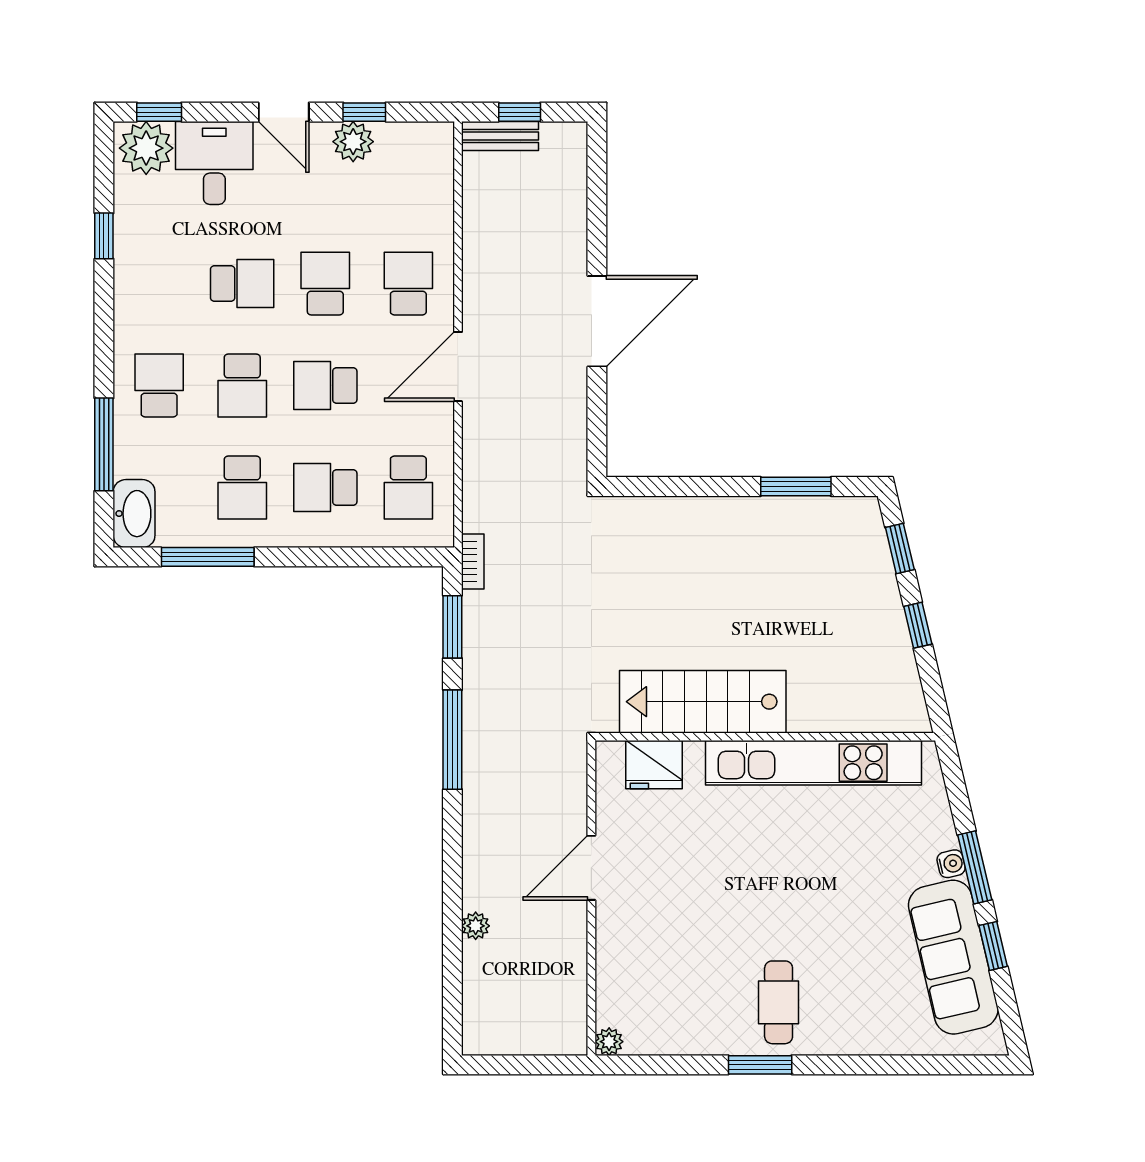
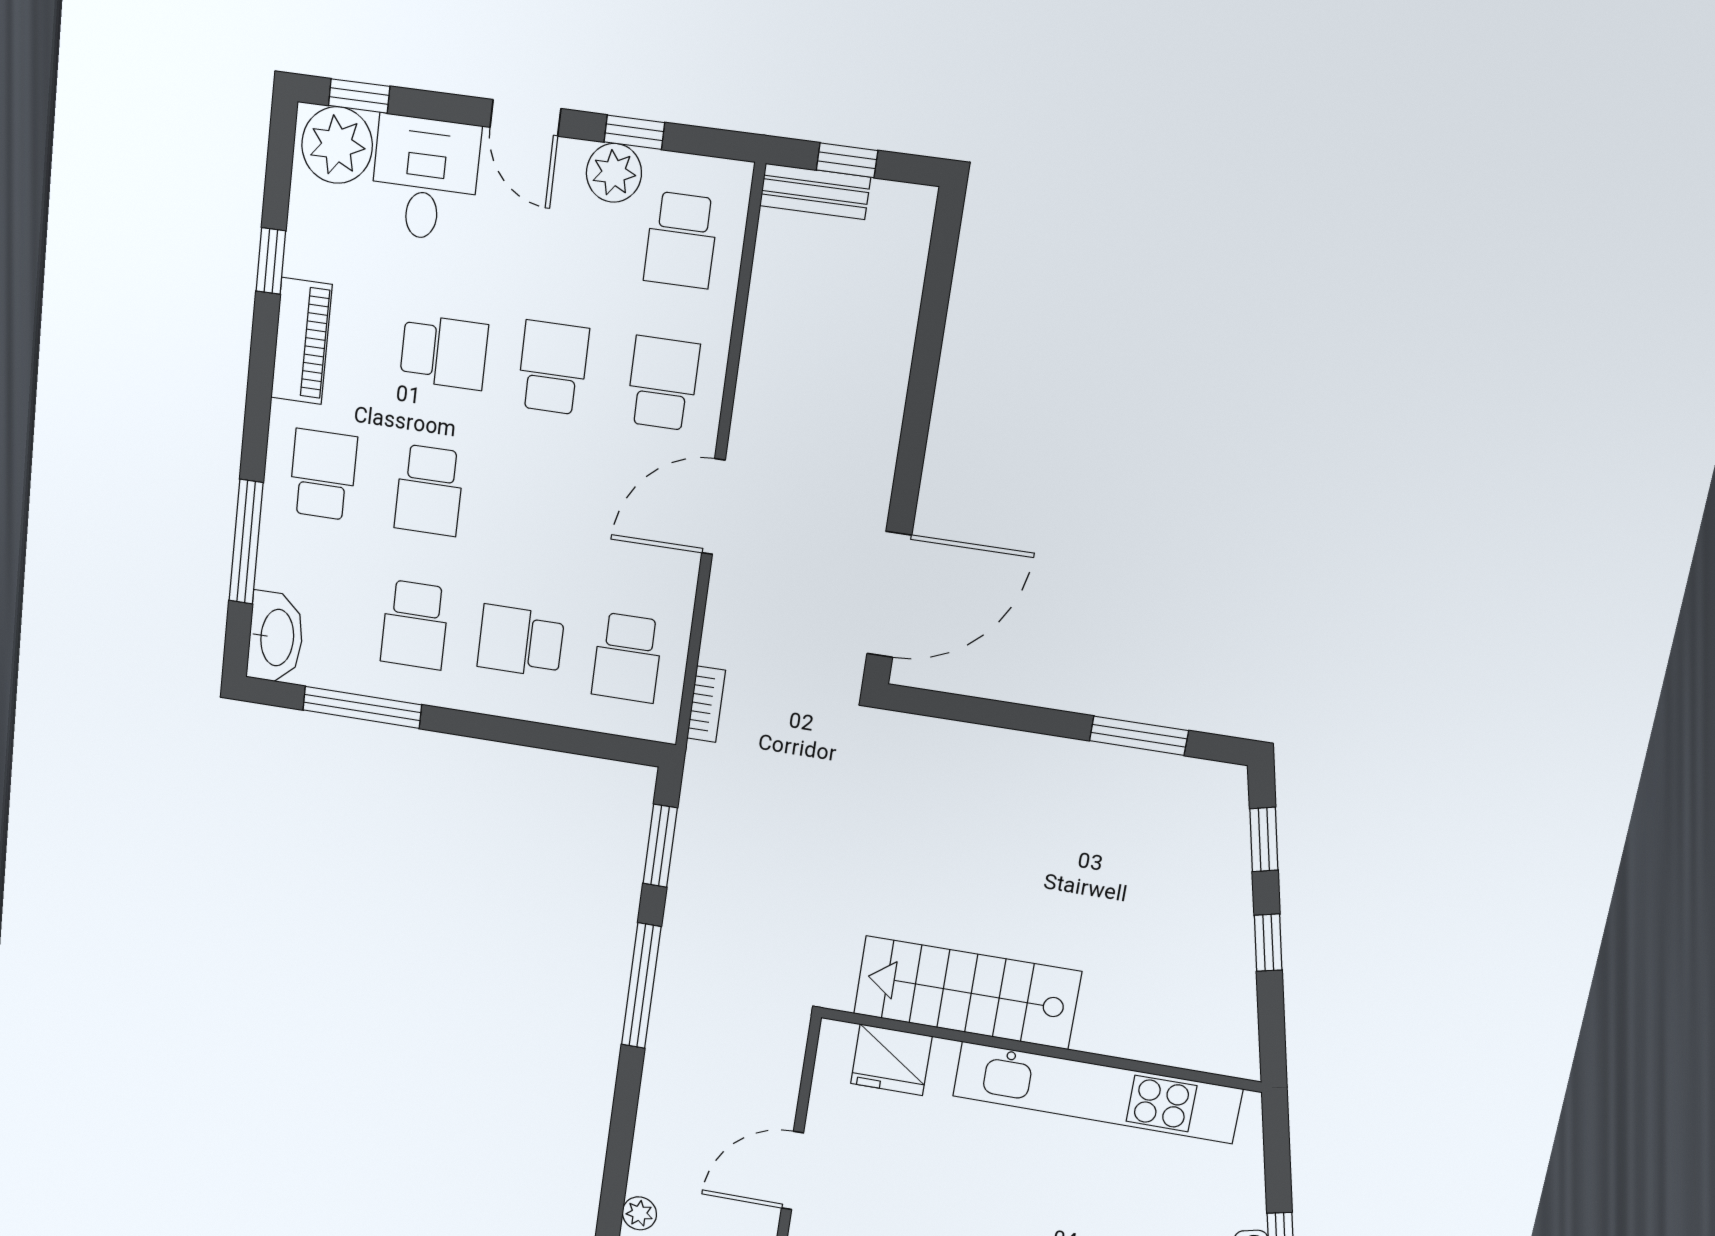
piano: (133, 290) -> (301, 341), added
door: (597, 321) -> (889, 595), moved
school desk: (325, 386) -> (681, 240), moved, turned -90
bookcase: (473, 562) -> (706, 704), moved

